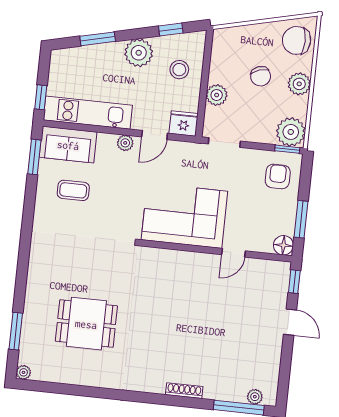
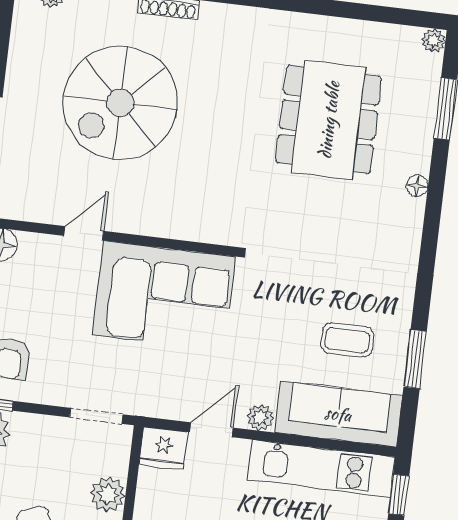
sofa: (68, 145) -> (338, 414), width x1.36
window: (34, 157) -> (415, 359), moved
floor lamp: (32, 284) -> (417, 186), added
dining table: (86, 324) -> (329, 120), width x1.38
spiral stairs: (212, 332) -> (120, 103), added

